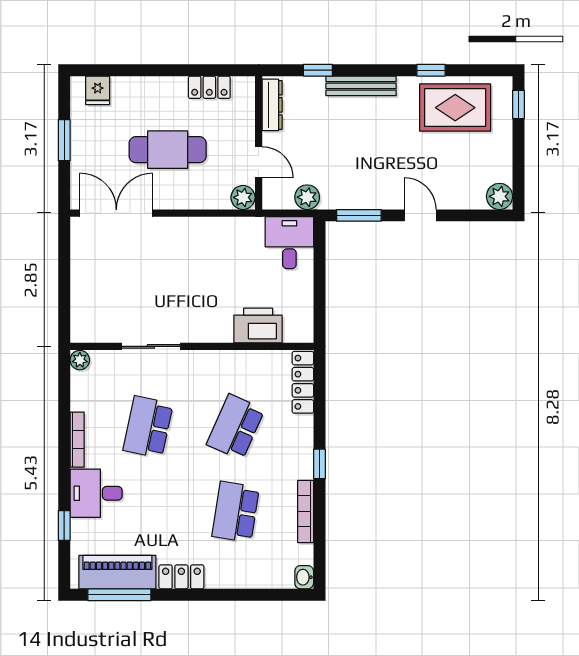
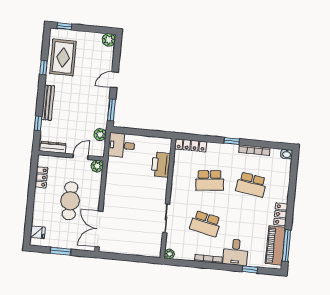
school desk: (236, 427) -> (210, 181), turned -30

